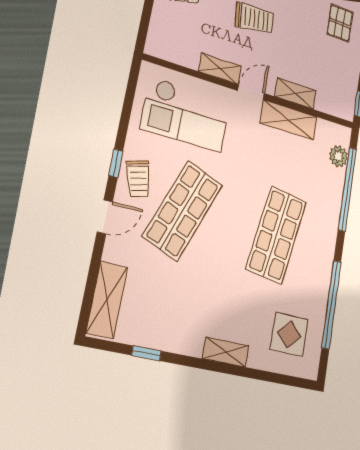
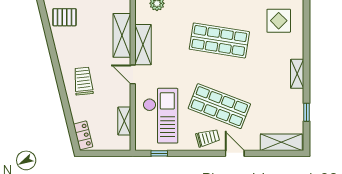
shelving: (220, 69) -> (124, 121), moved
shelving: (295, 93) -> (122, 35), width x1.50, depth x1.33
window: (116, 163) -> (159, 153), moved
shelving: (226, 352) -> (297, 74), moved

